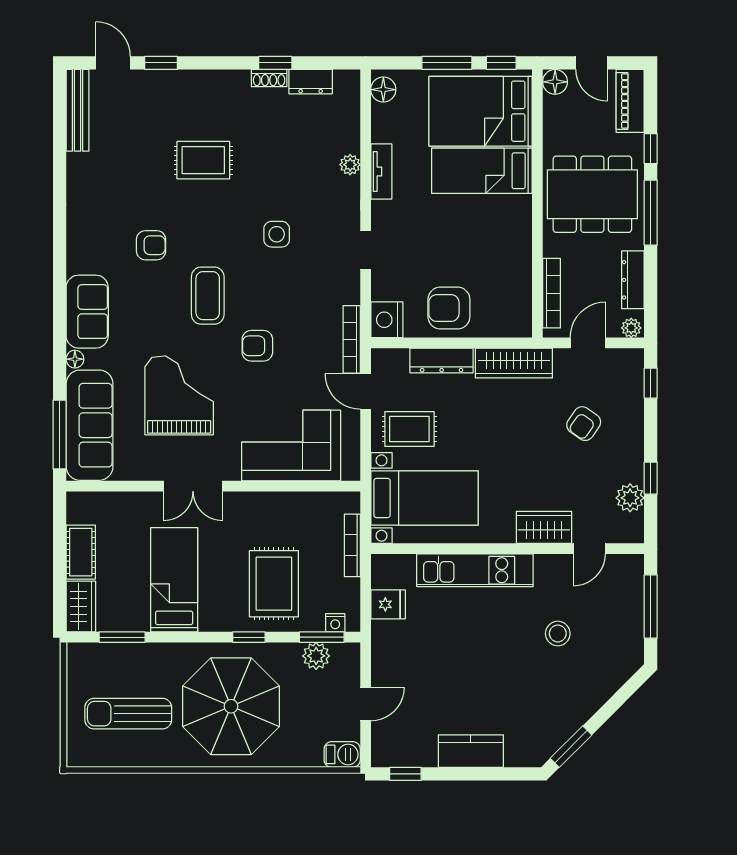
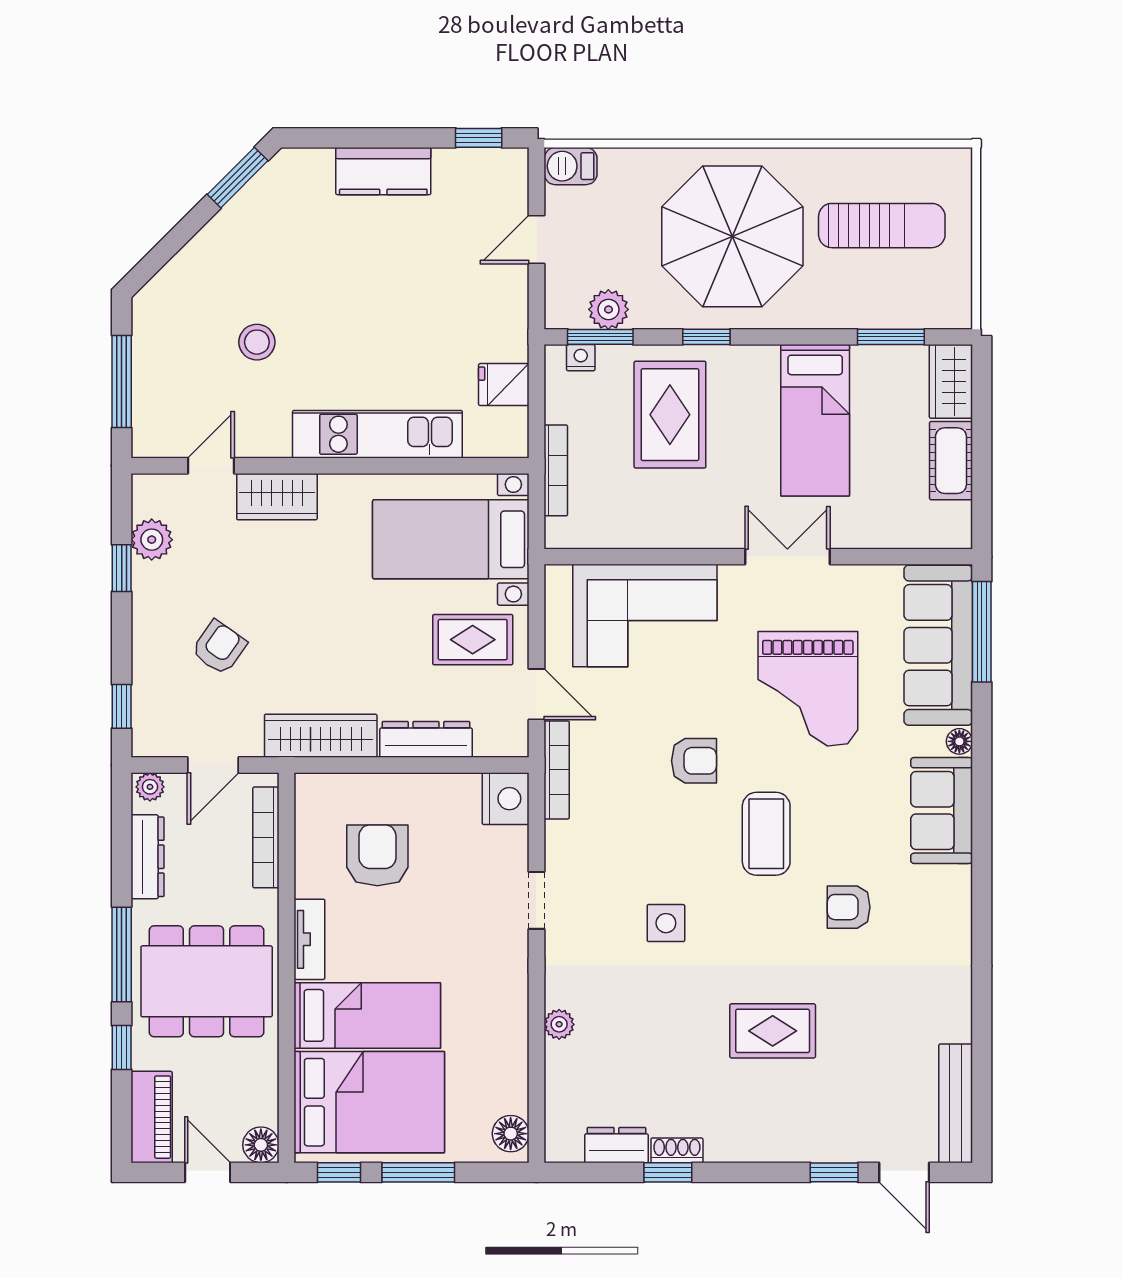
tv unit: (381, 172) -> (309, 939), moved, turned 180
armchair: (449, 308) -> (377, 855), moved, turned -90

